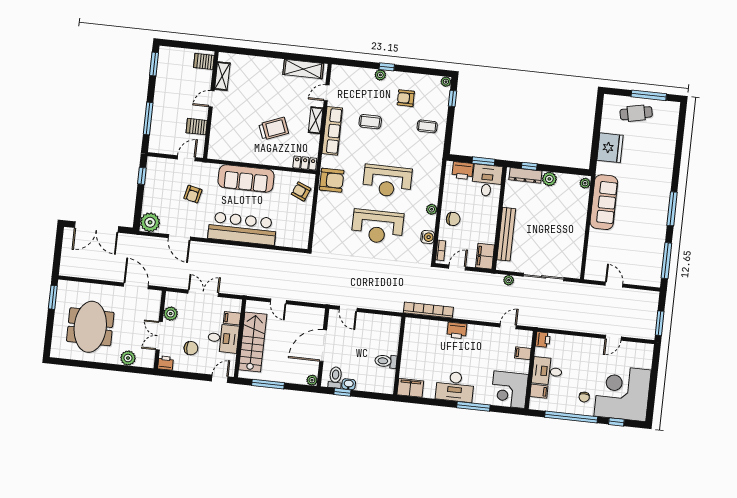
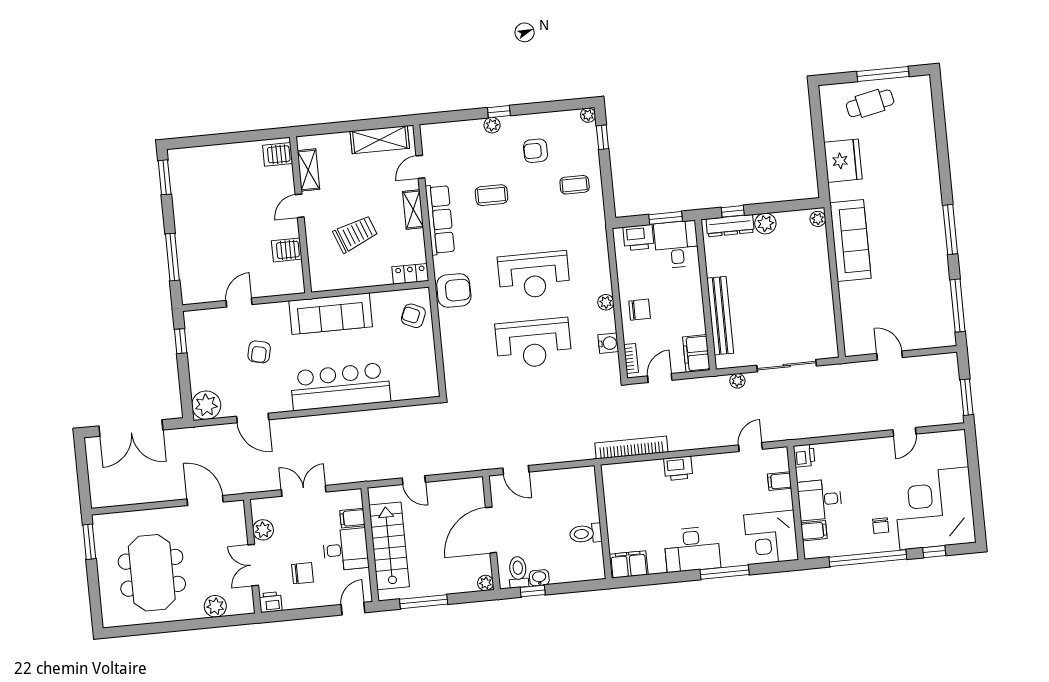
server rack: (204, 61) -> (278, 154), moved
shelving: (222, 76) -> (308, 170), moved
door: (211, 99) -> (300, 206), moved
wall: (211, 105) -> (301, 215), moved
server rack: (197, 127) -> (287, 250), moved

